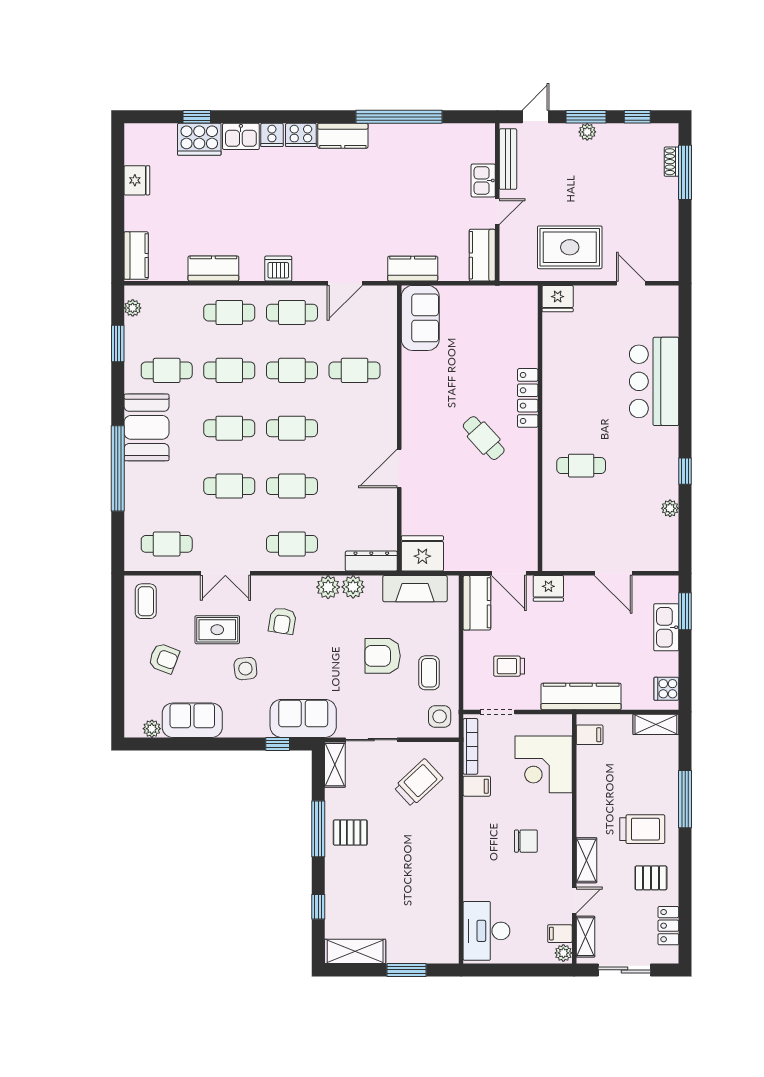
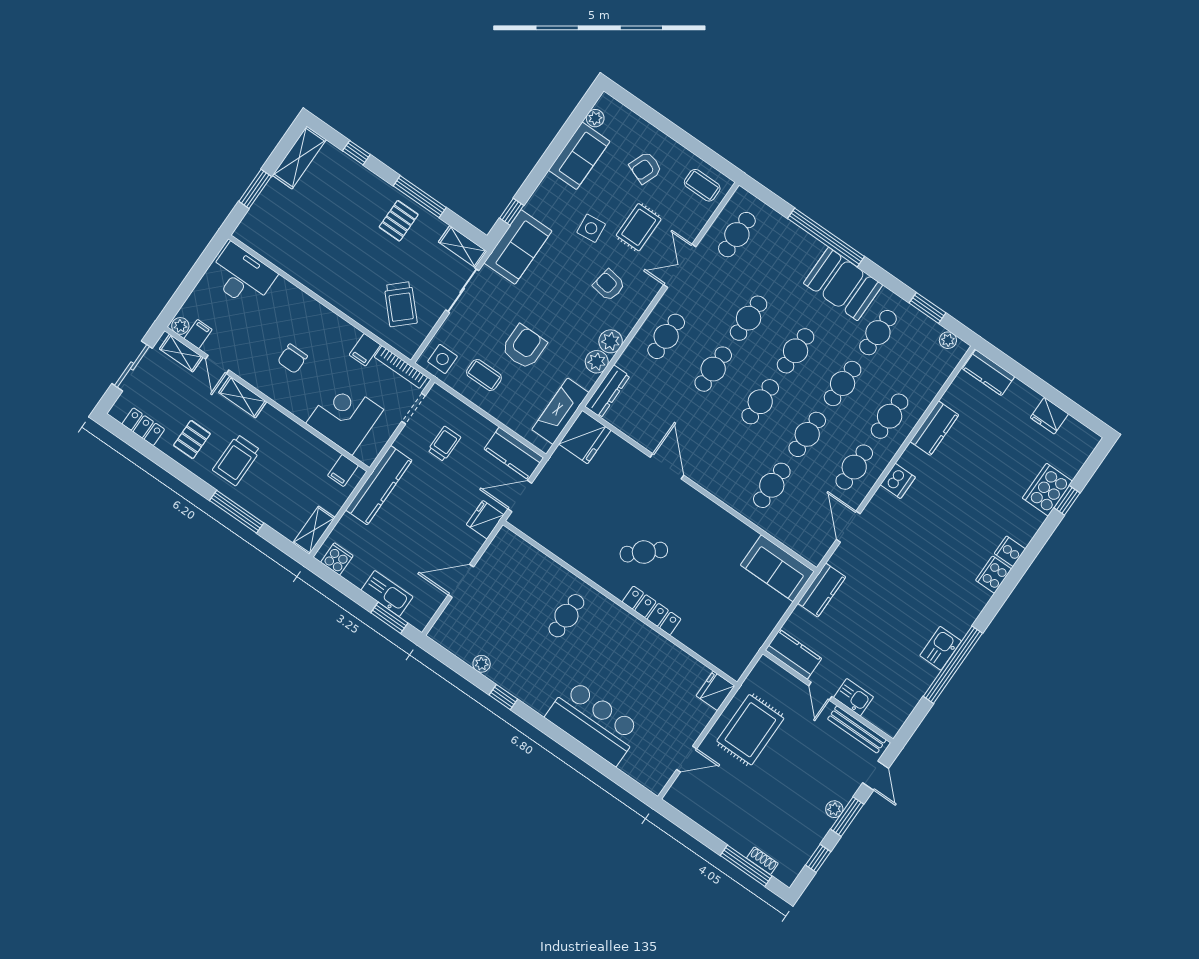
kitchen sink: (241, 136) -> (941, 648), moved
kitchen counter: (343, 136) -> (969, 608), removed

